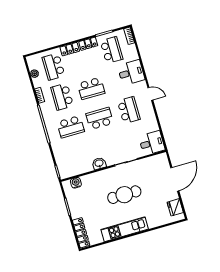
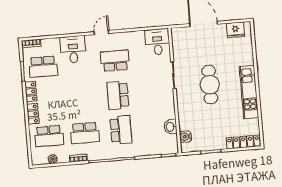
school desk: (111, 50) -> (43, 67), turned 180
school desk: (91, 88) -> (82, 98), removed
washbasin: (99, 163) -> (170, 127), moved

